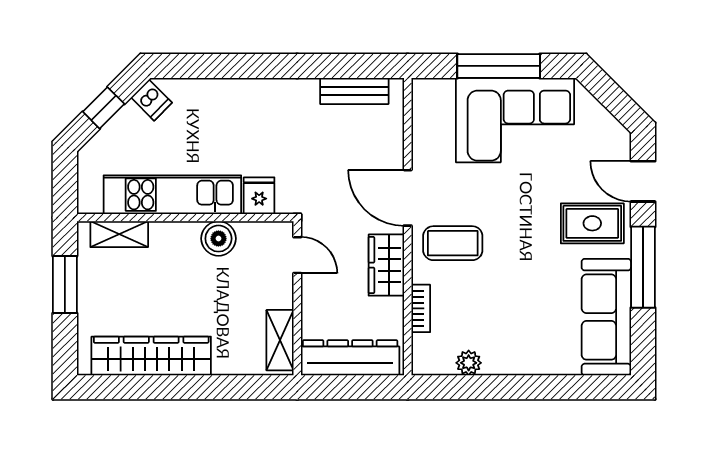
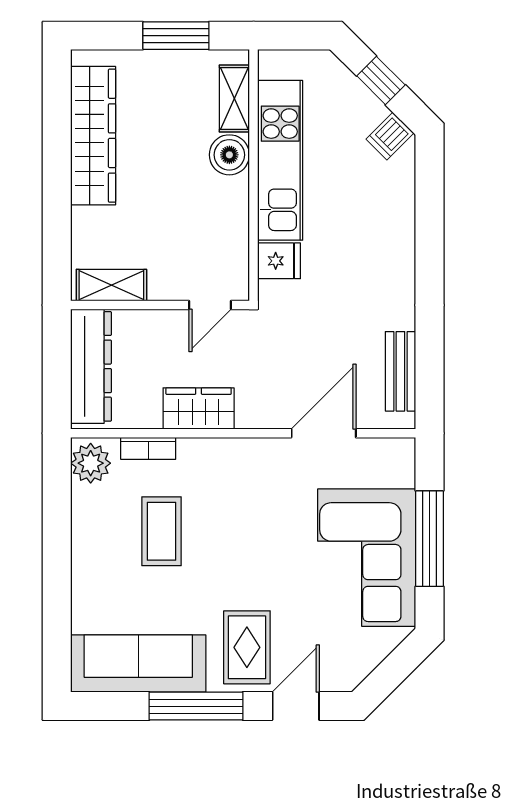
door: (408, 198) -> (324, 433), moved
boiler: (218, 239) -> (229, 155), moved
coffee table: (453, 243) -> (161, 531), moved
plant: (469, 363) -> (91, 463), moved, width x1.38, depth x1.38

